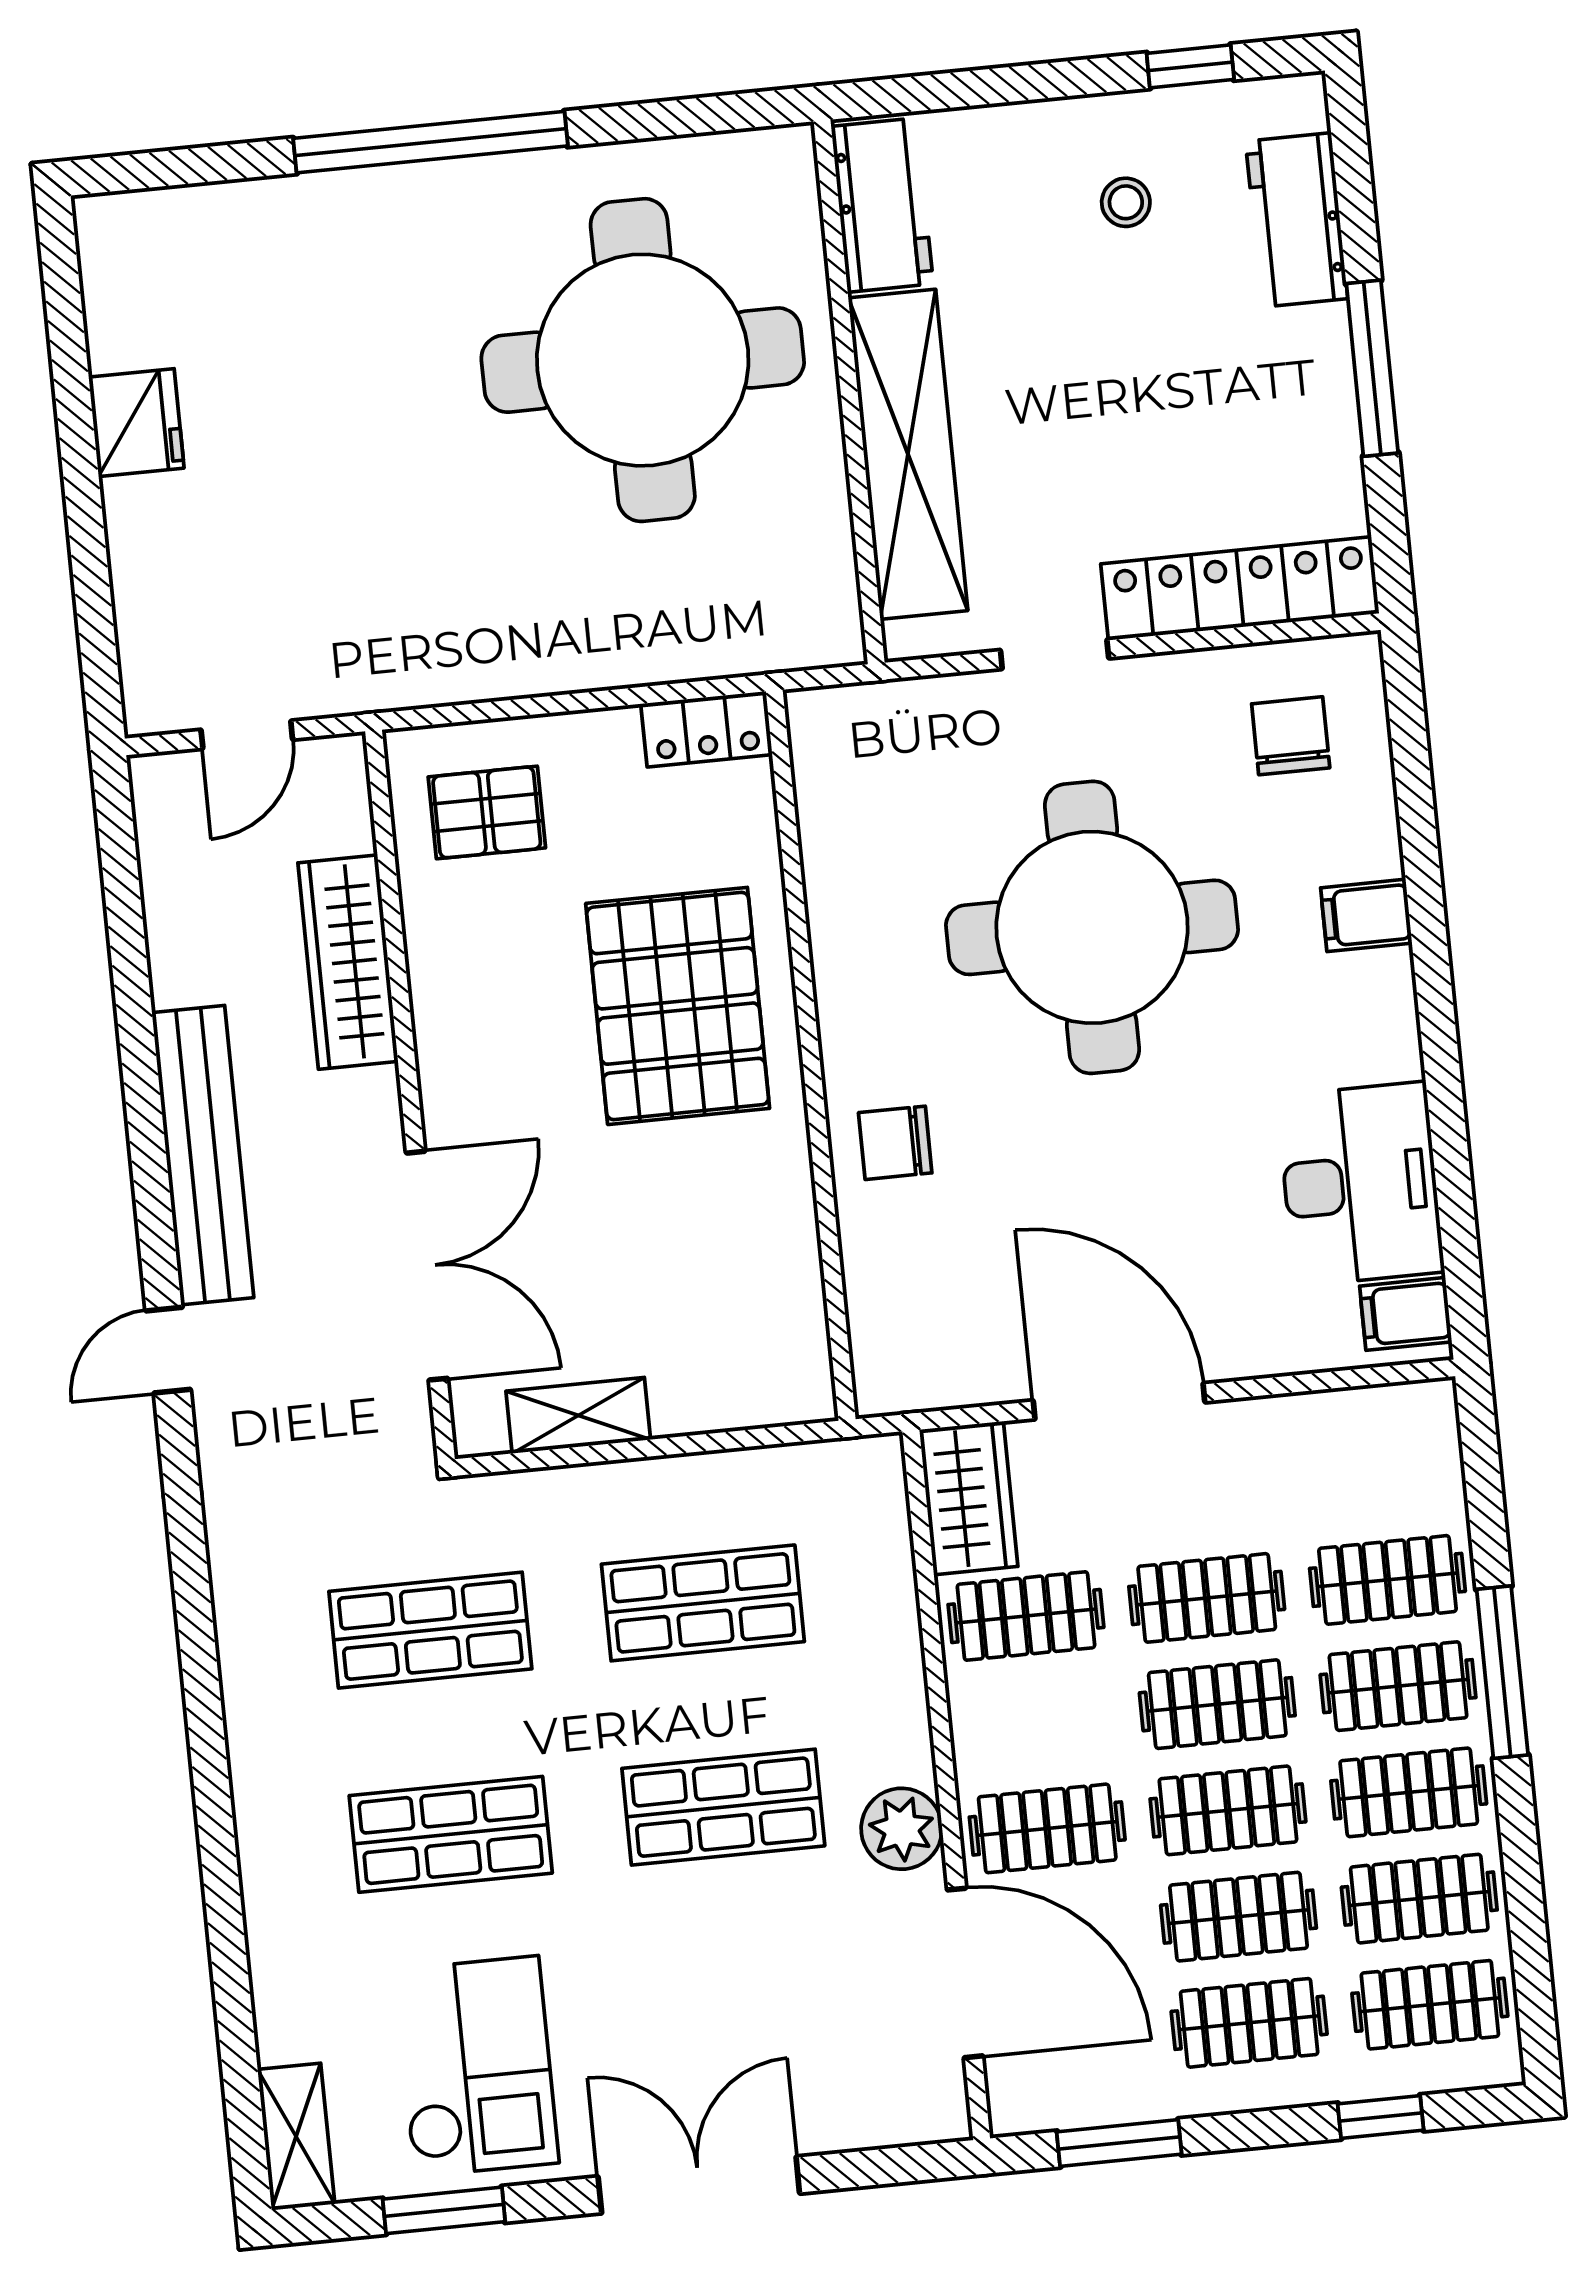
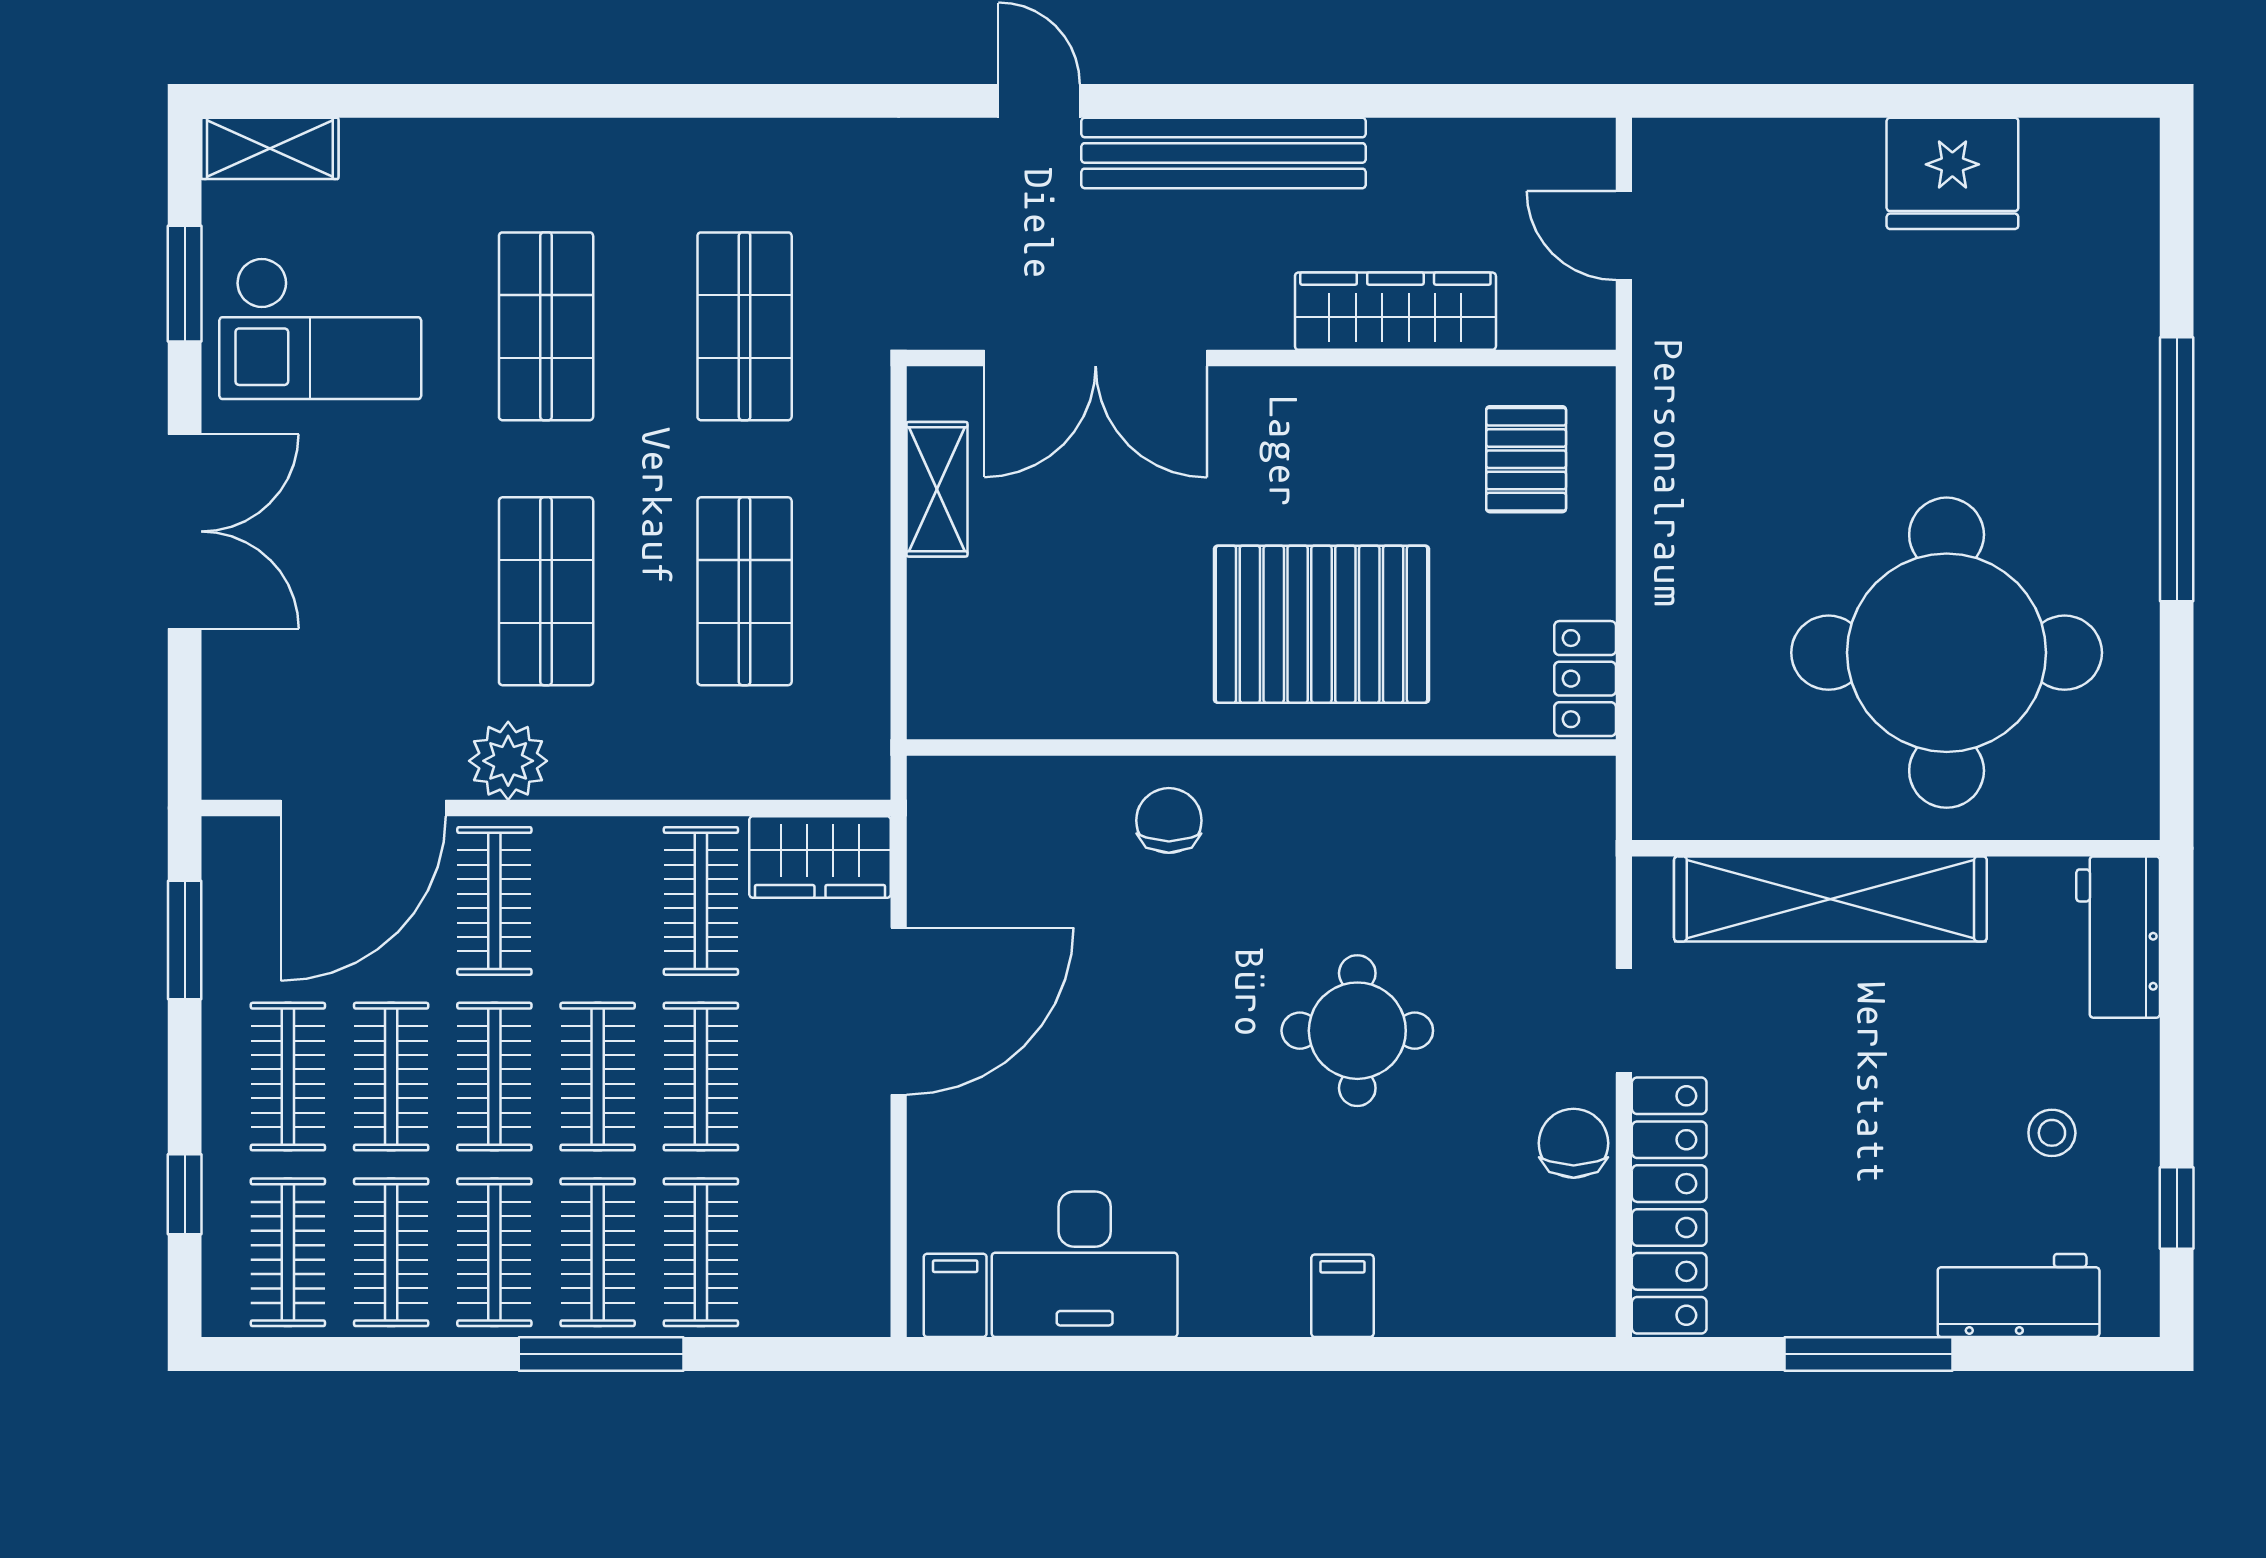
workbench: (882, 205) -> (2118, 937), moved, turned 90
fridge: (136, 423) -> (1952, 173), width x1.36, depth x1.34
chair: (1291, 736) -> (1574, 1143), moved, turned -90
round table: (1092, 927) -> (1357, 1031), width x0.54, depth x0.54

